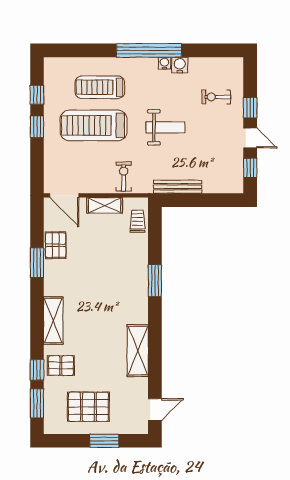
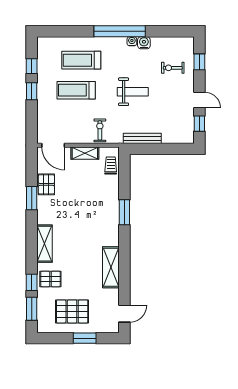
window: (250, 108) -> (199, 62), moved
treadmill: (94, 125) -> (76, 90), width x0.73, depth x0.73

